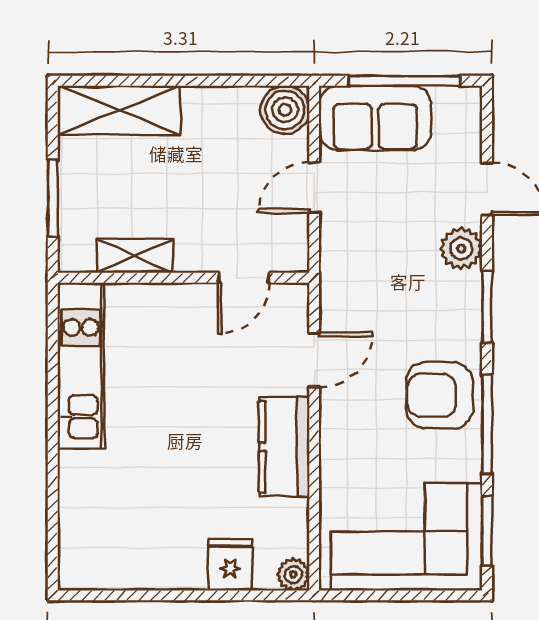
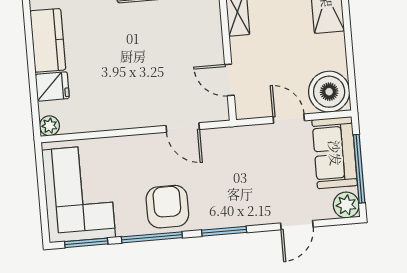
boiler: (285, 110) -> (329, 92), width x1.37, depth x1.37
plant: (461, 249) -> (346, 205), moved
kitchen counter: (284, 447) -> (48, 40), moved, turned 90

